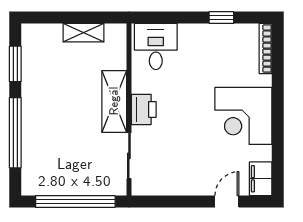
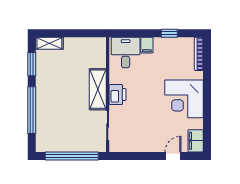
shelving: (84, 33) -> (49, 43), moved
filing cabinet: (188, 35) -> (147, 45), added

